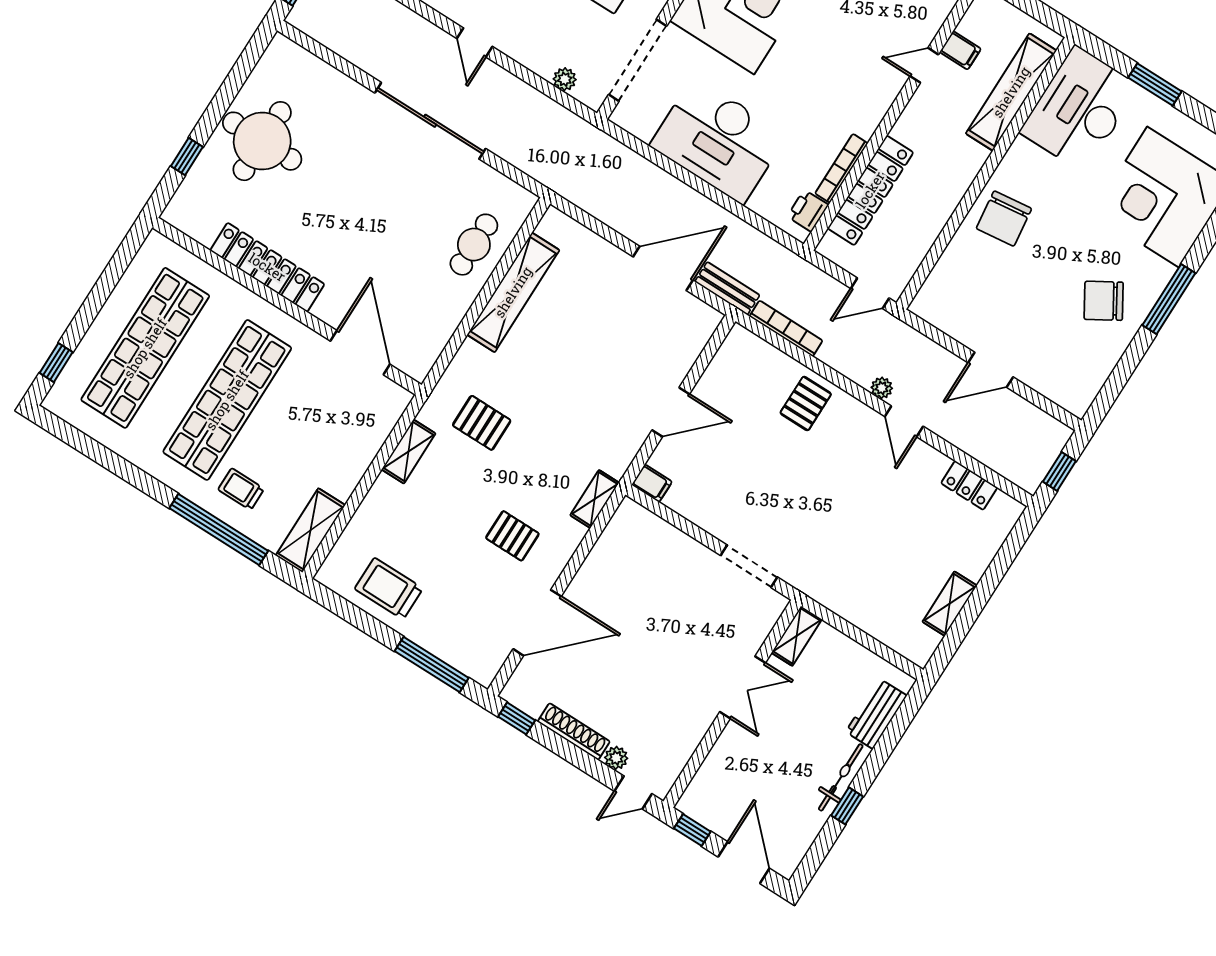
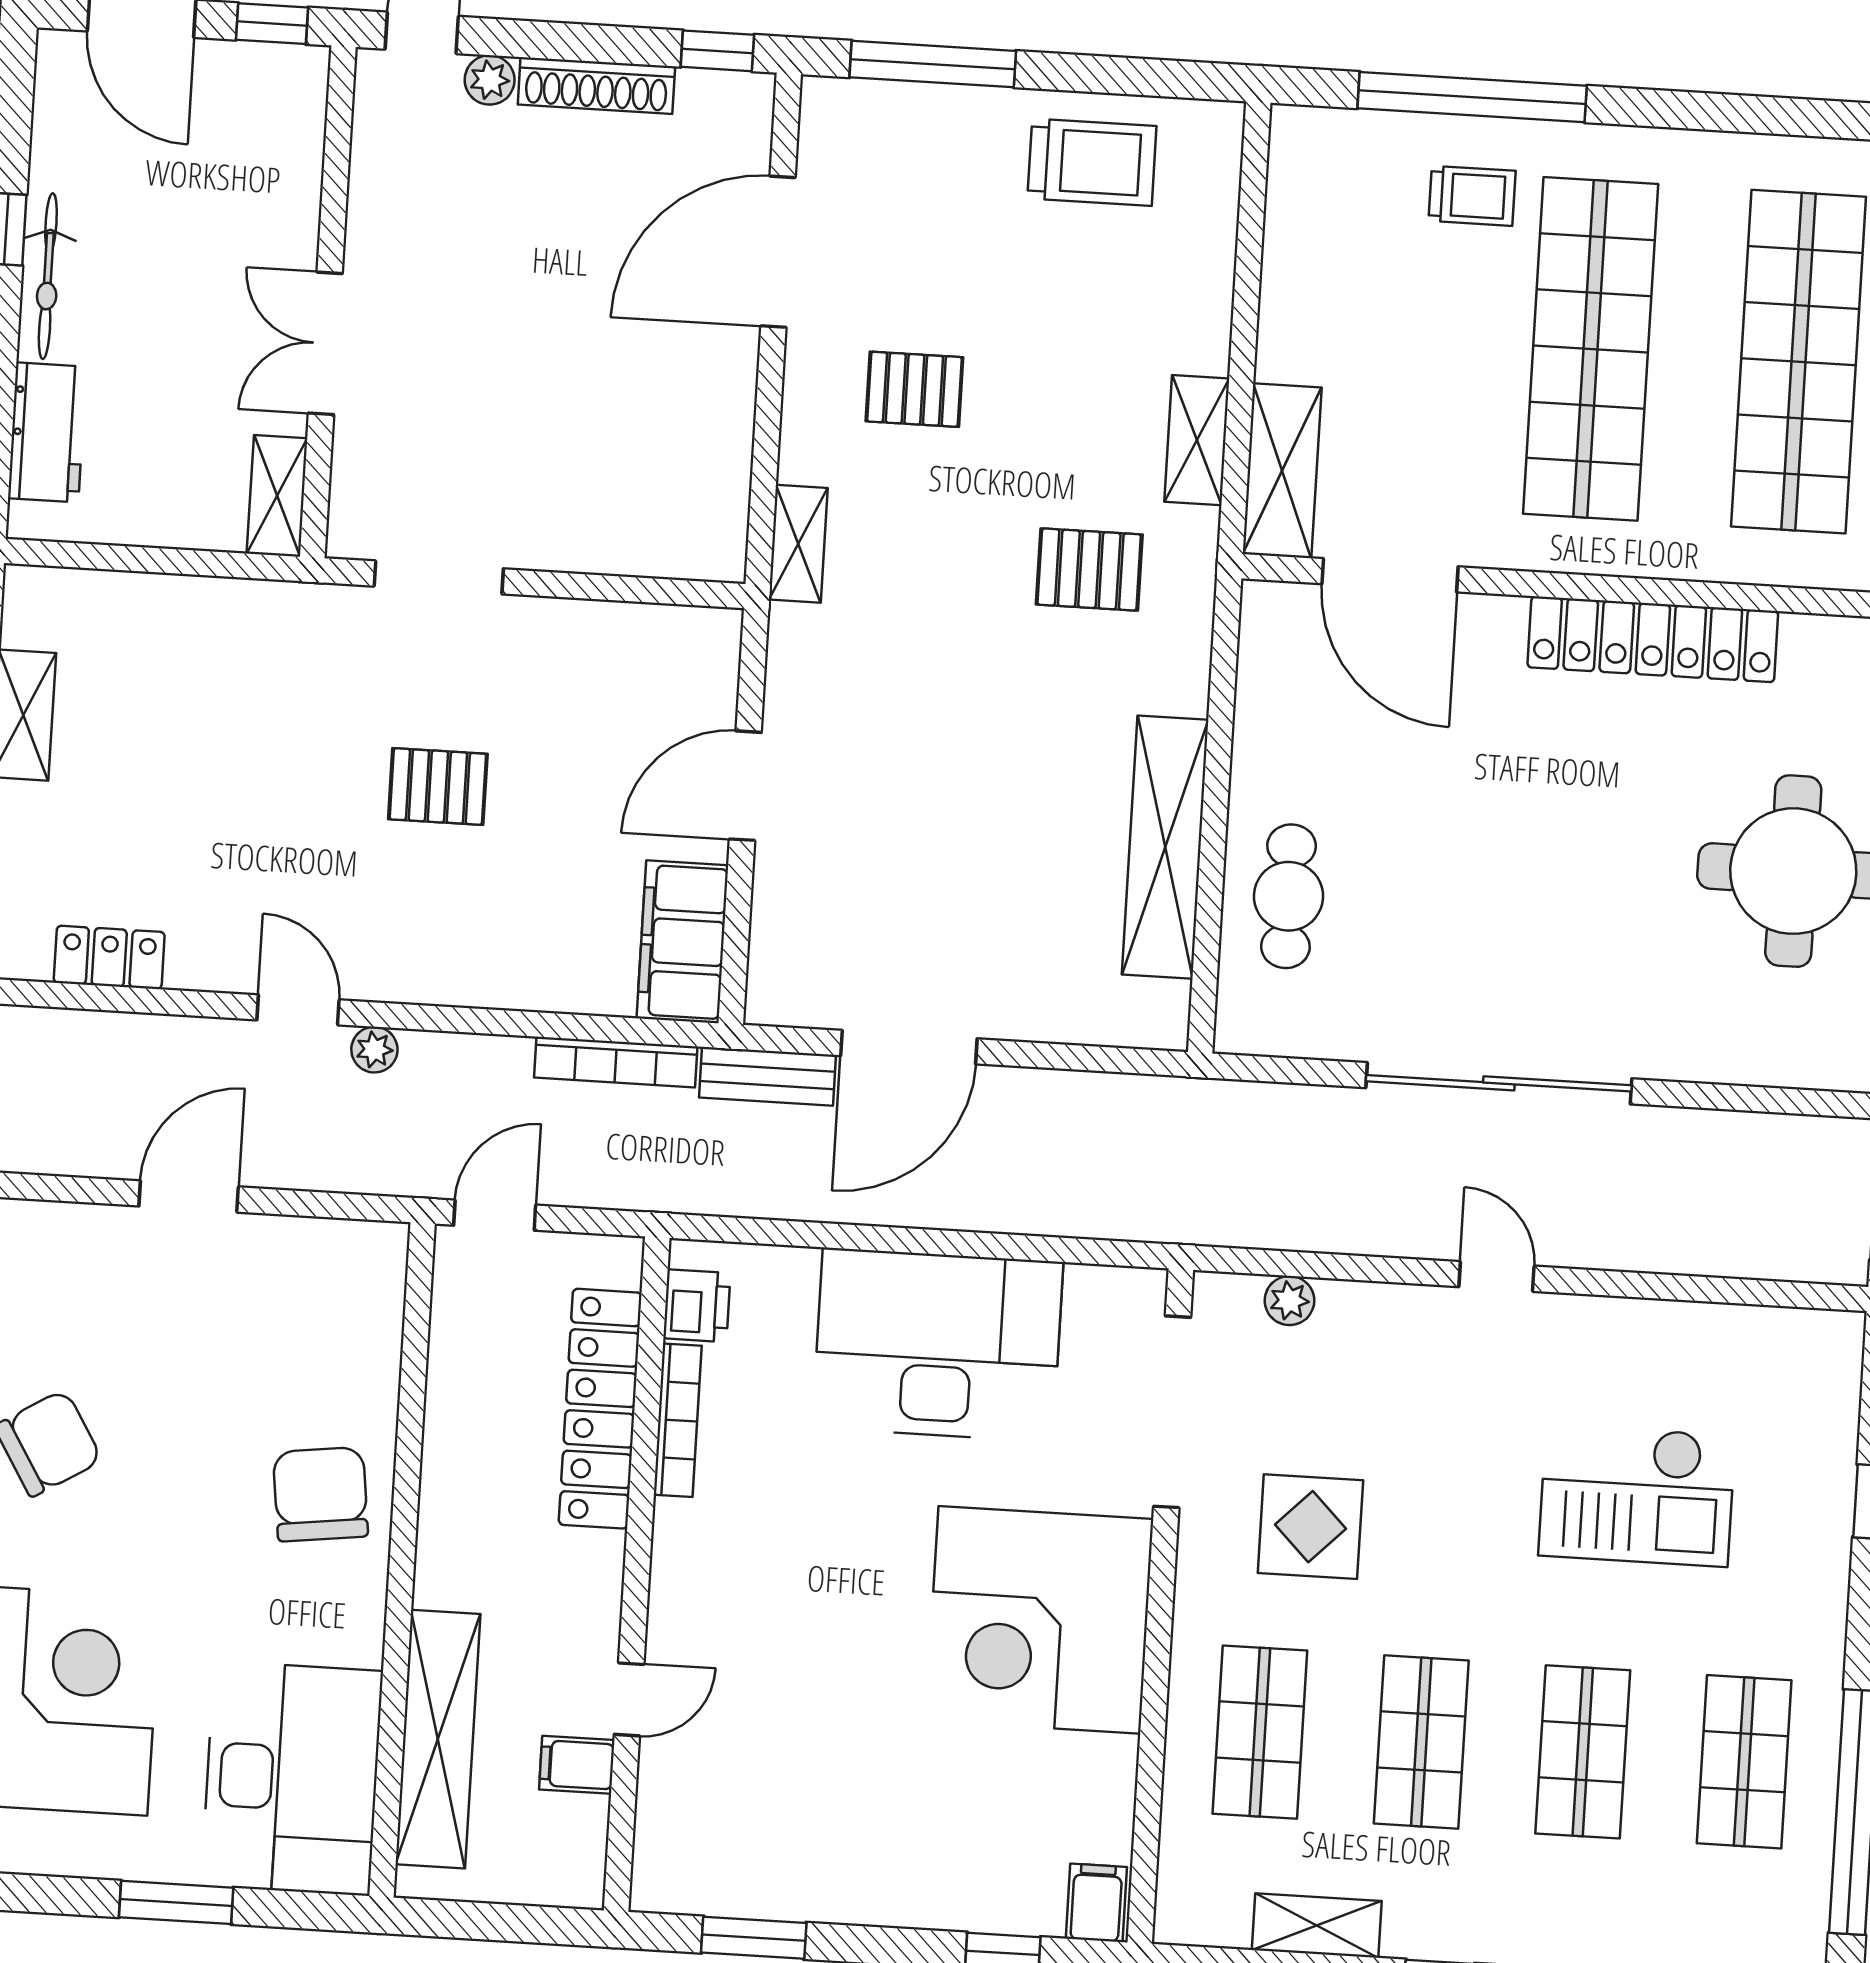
pallet: (806, 403) -> (438, 787), moved, turned 90
filing cabinet: (652, 483) -> (682, 942), moved, width x3.00, depth x1.17
shelving: (310, 530) -> (1282, 471), moved

